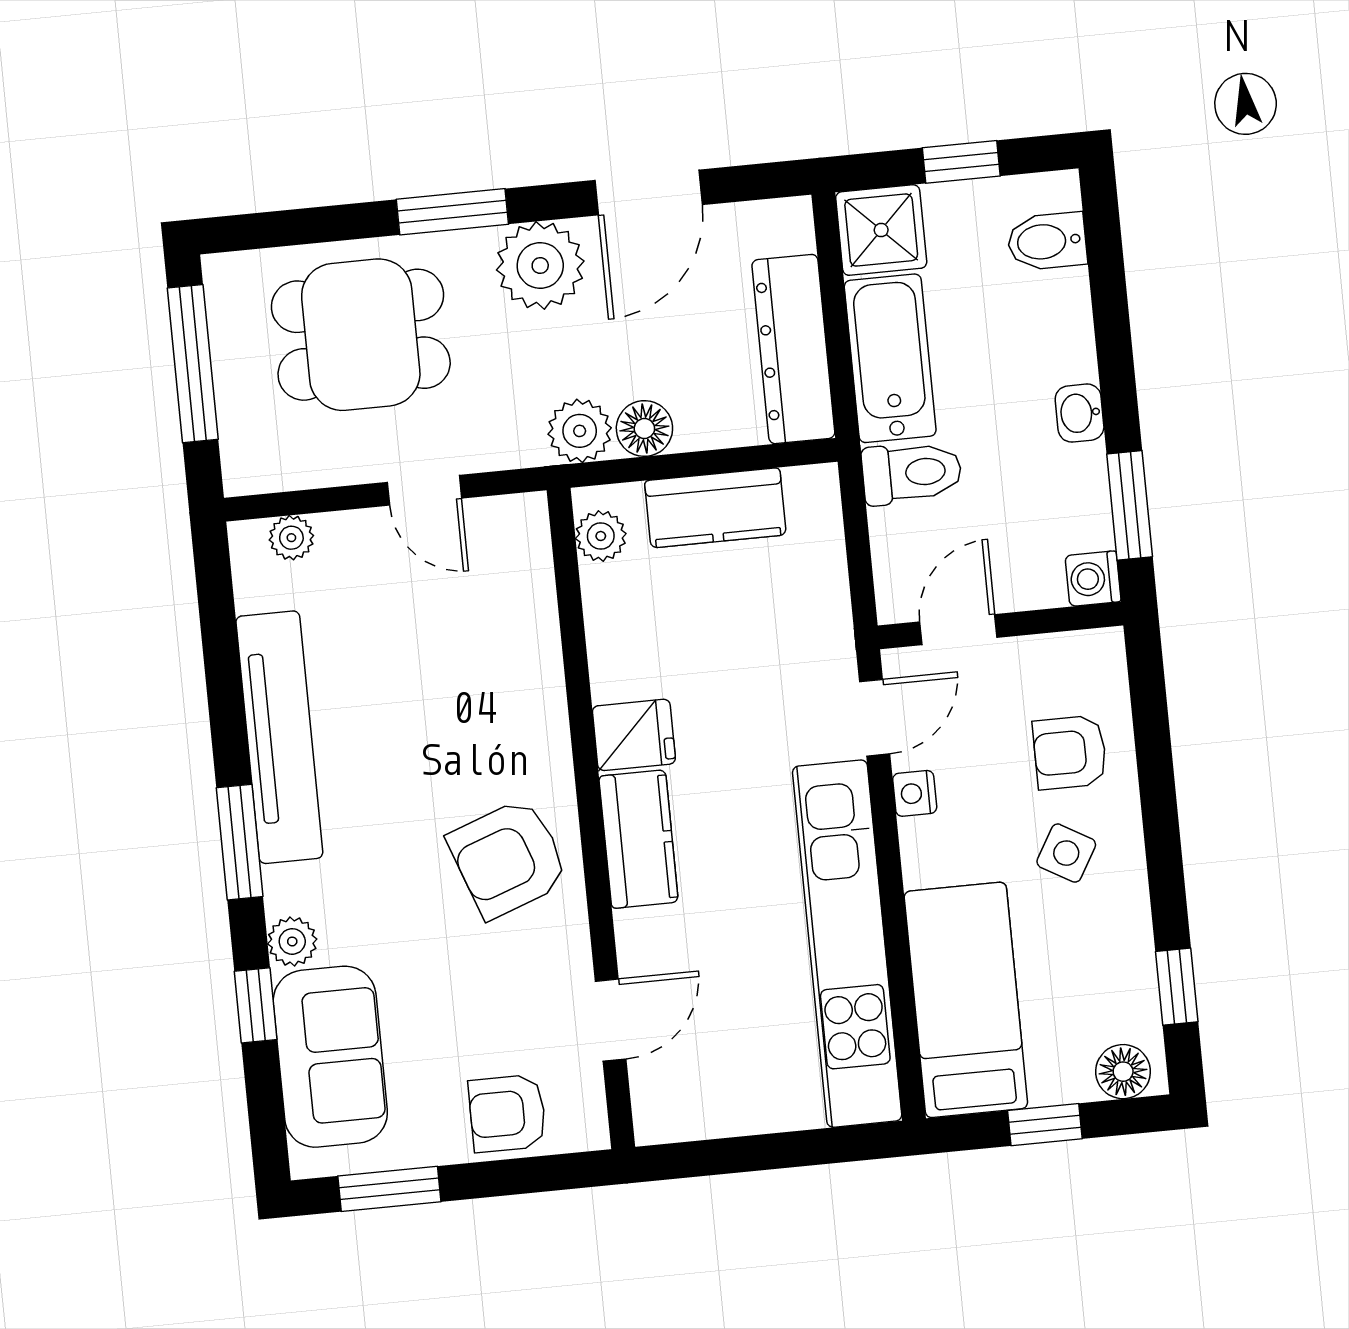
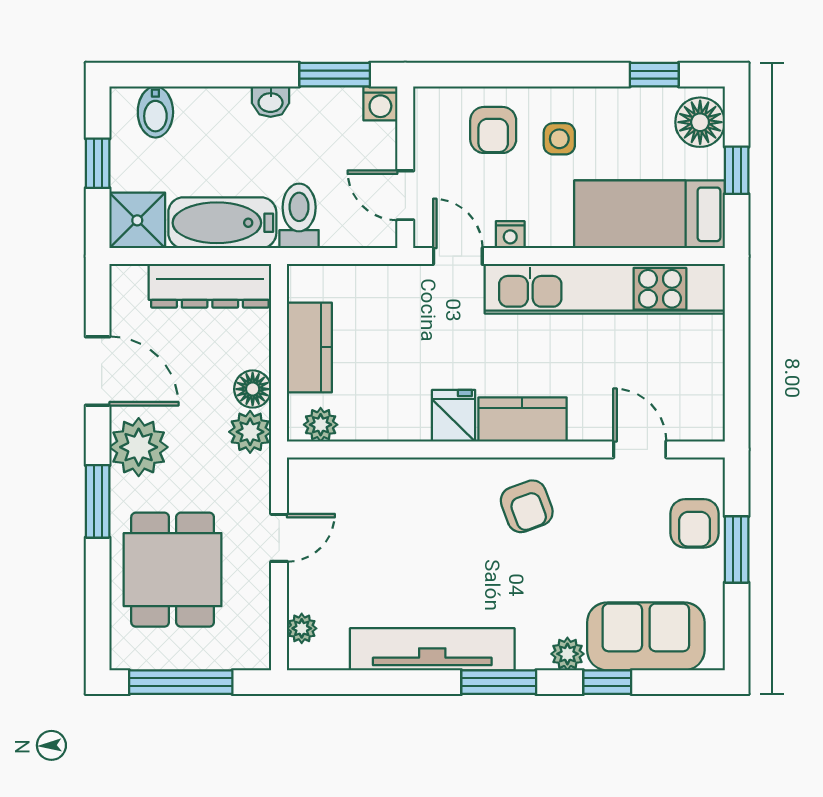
side table: (1066, 853) -> (559, 139), turned -30
armchair: (508, 858) -> (527, 506), width x0.72, depth x0.72
floor lamp: (1123, 1072) -> (700, 122), width x1.38, depth x1.38
window: (389, 1189) -> (737, 549), moved

